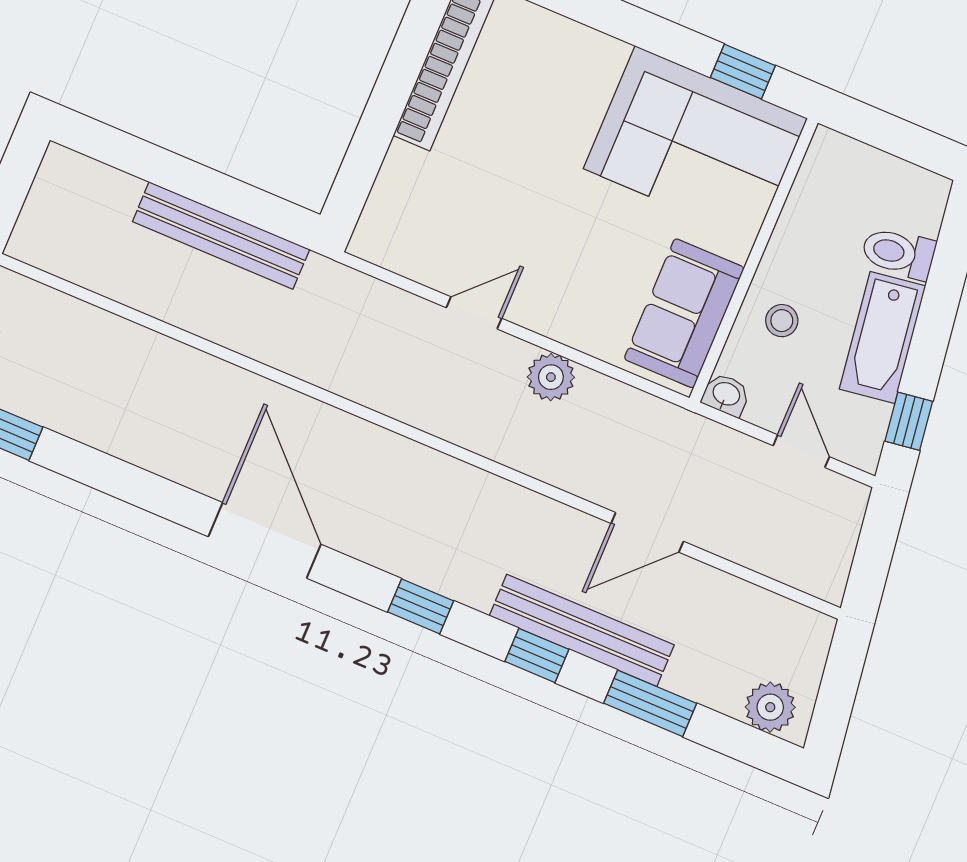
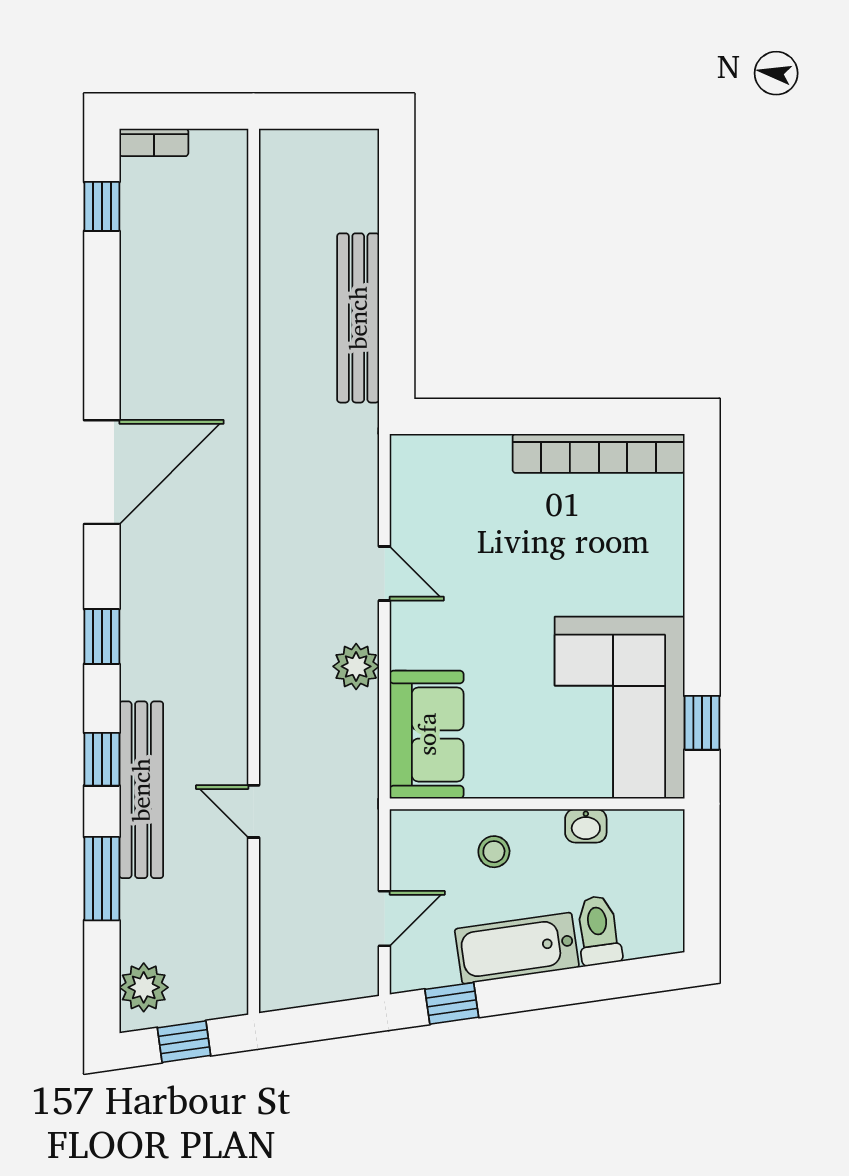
sofa: (684, 313) -> (427, 734), moved, turned 90
washbasin: (726, 395) -> (586, 826), moved, turned 90
door: (647, 532) -> (254, 811), width x0.73
window: (838, 691) -> (184, 1042), added

